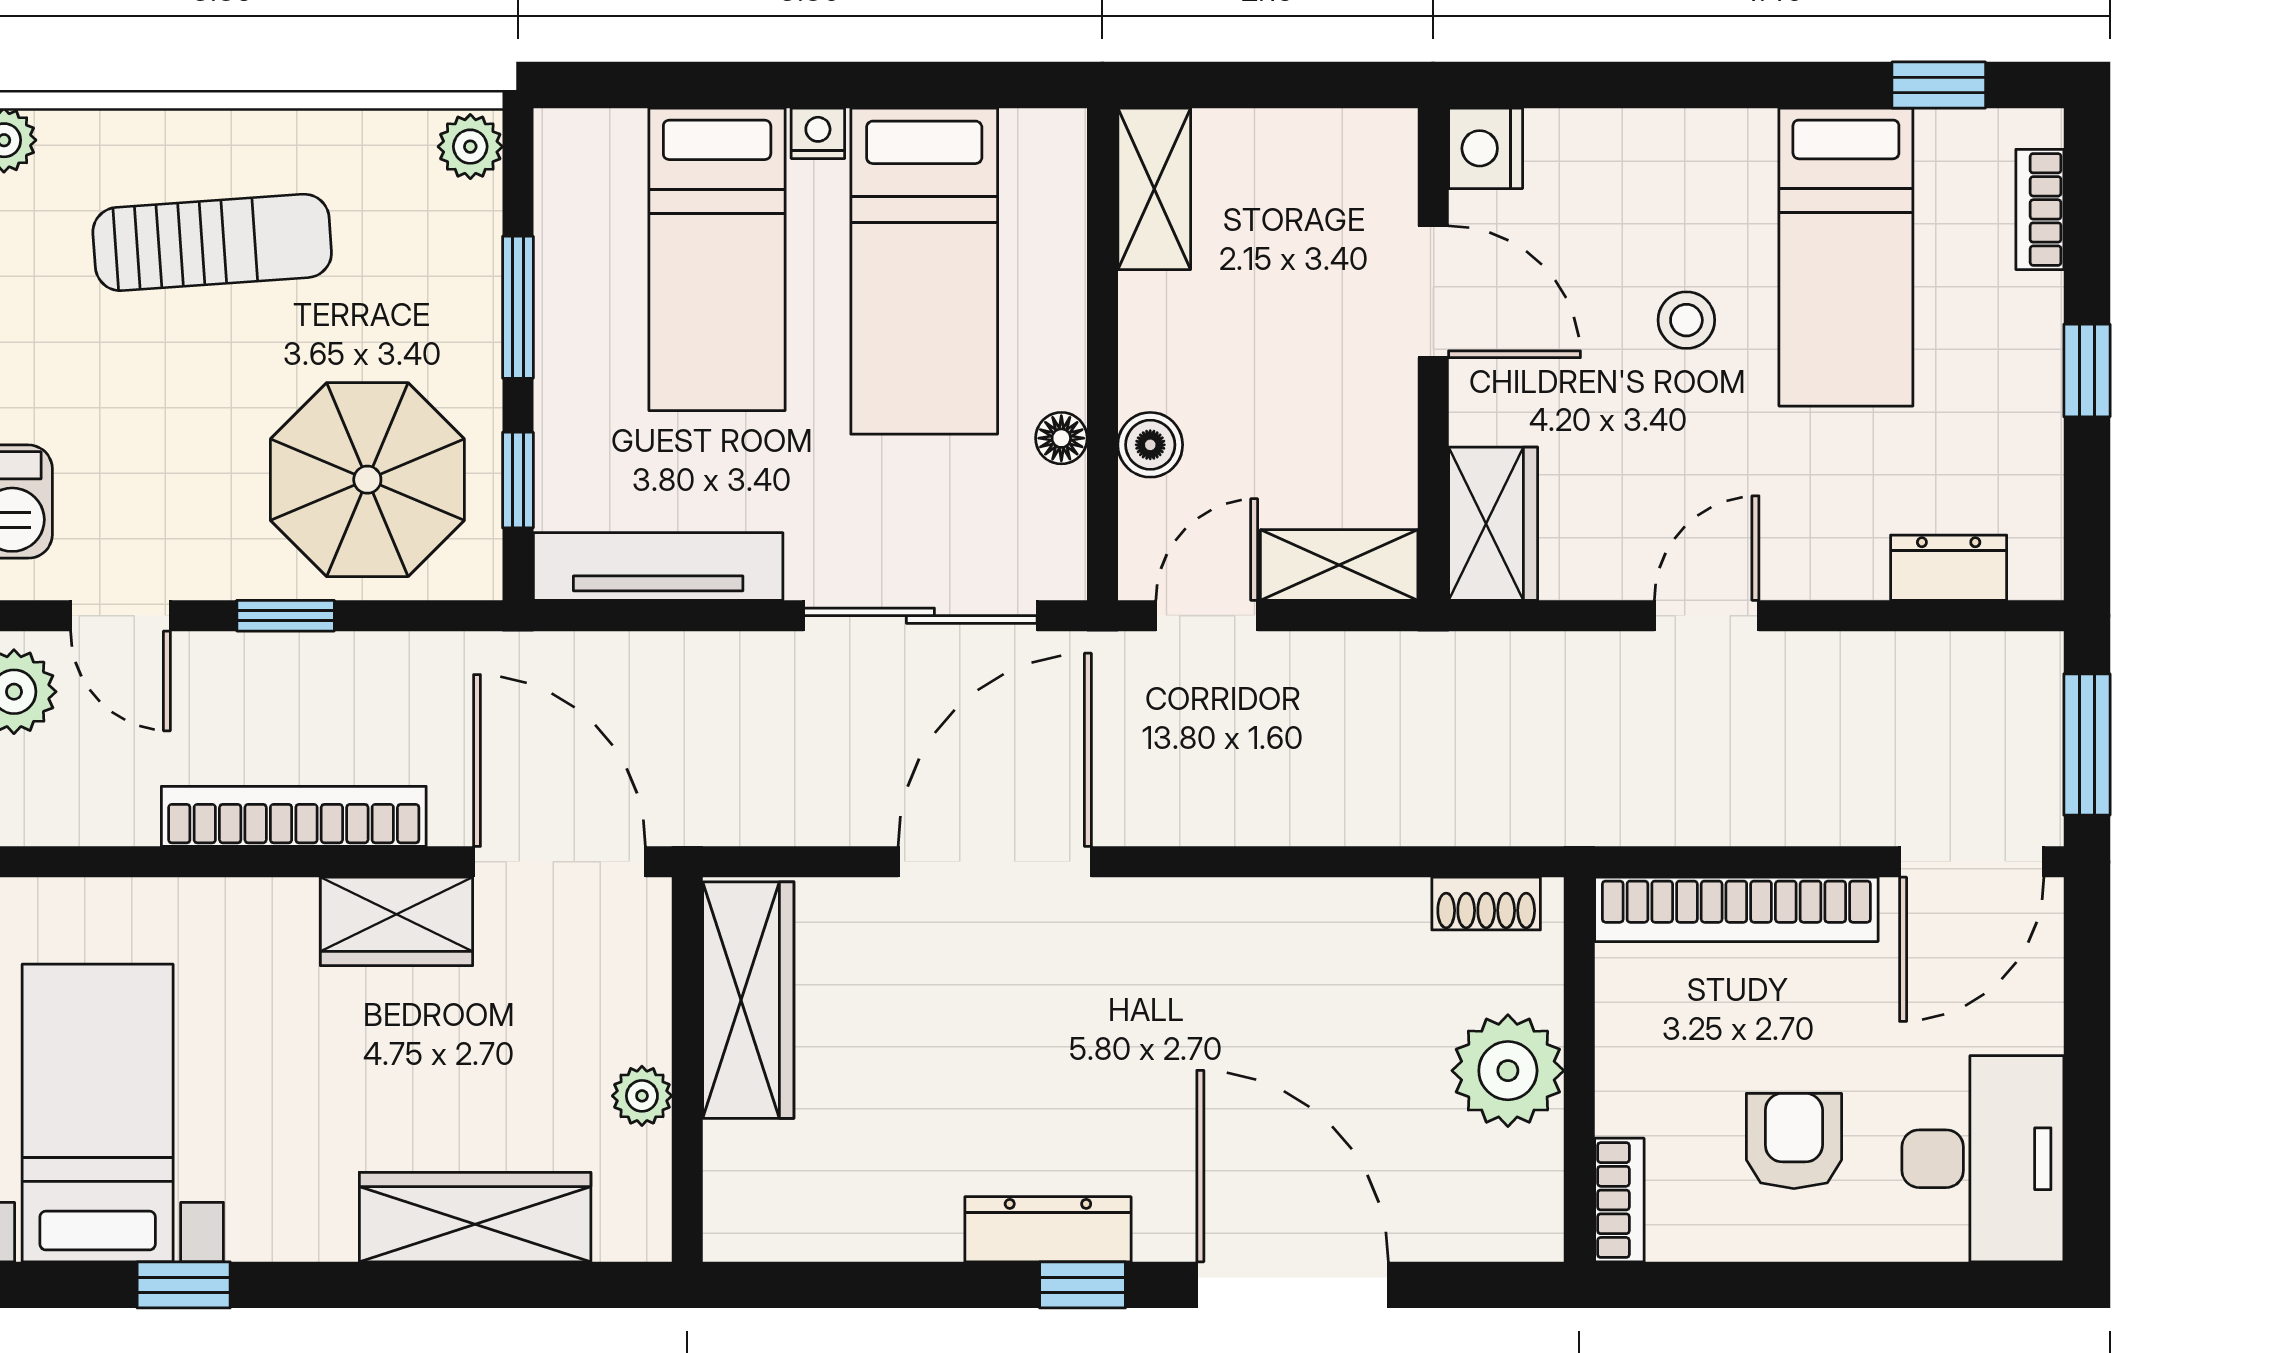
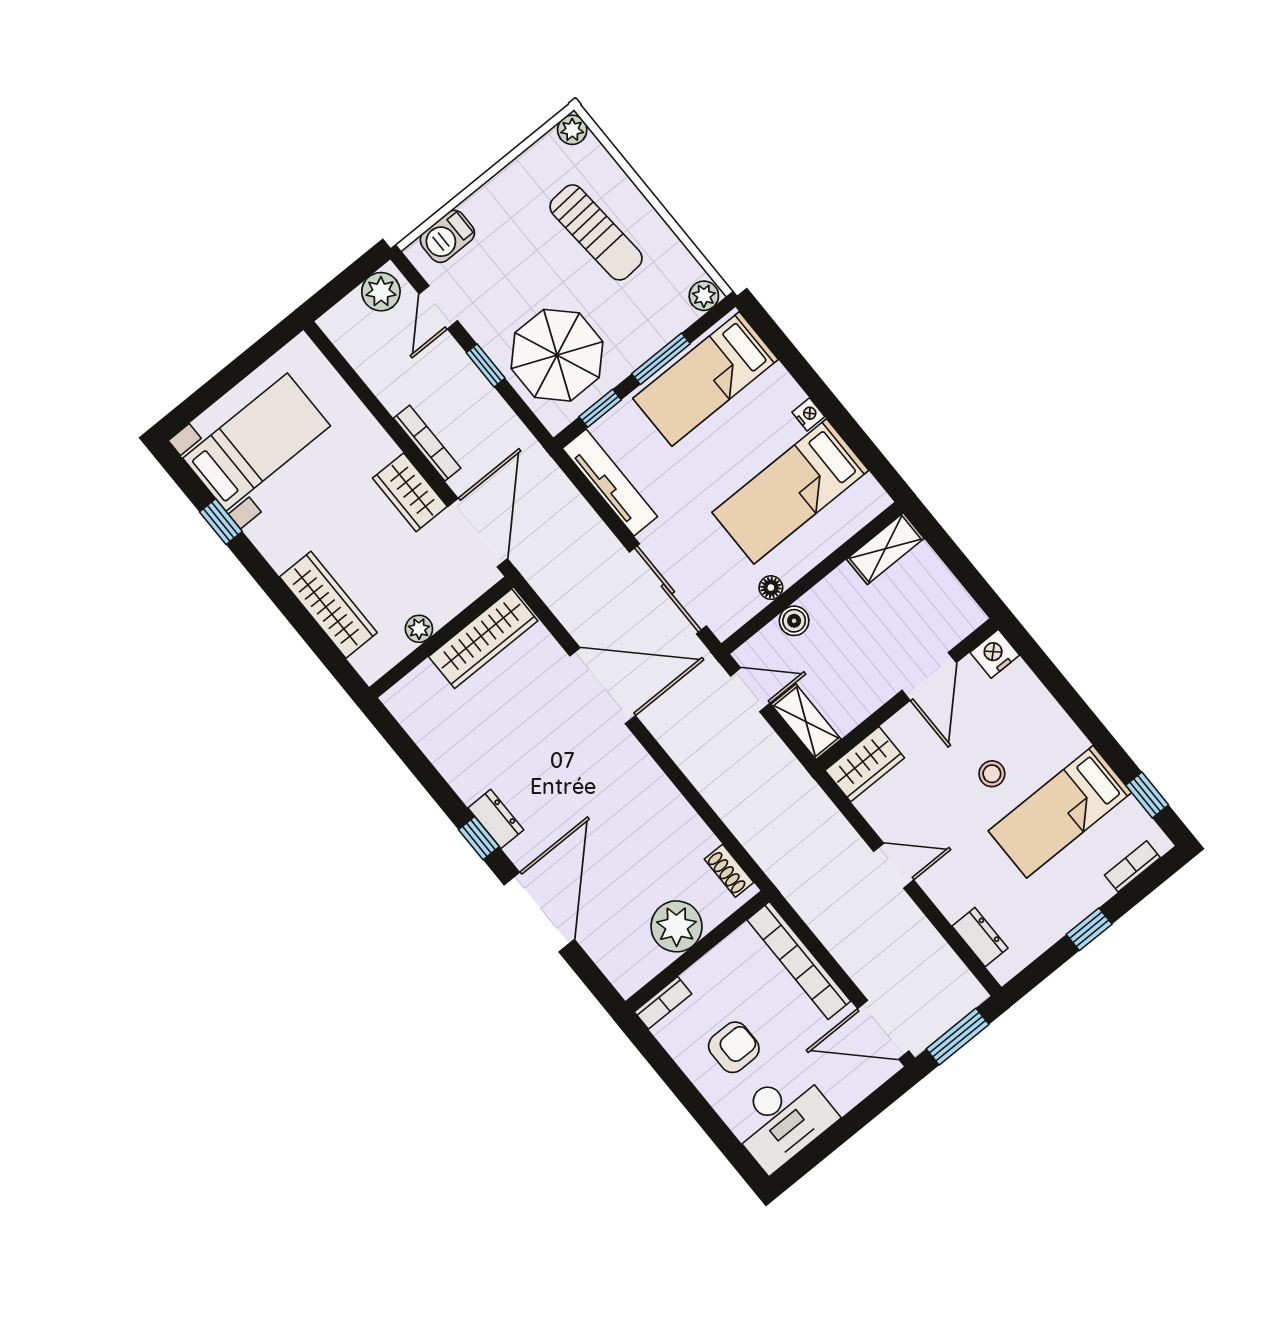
bed: (717, 259) -> (706, 379), moved
bookcase: (294, 816) -> (427, 443), width x0.68, depth x0.76
dresser: (1048, 1229) -> (496, 819), width x0.70

